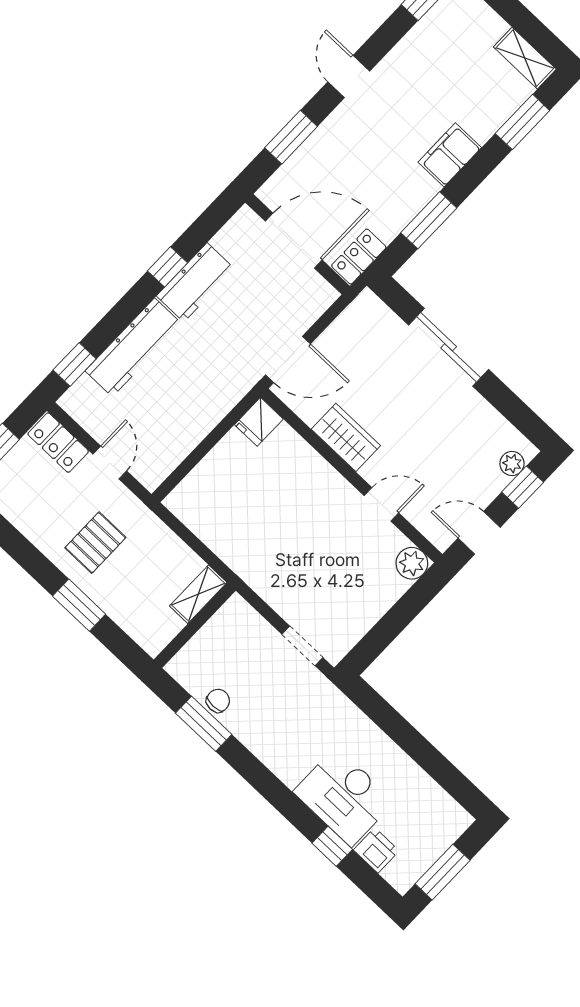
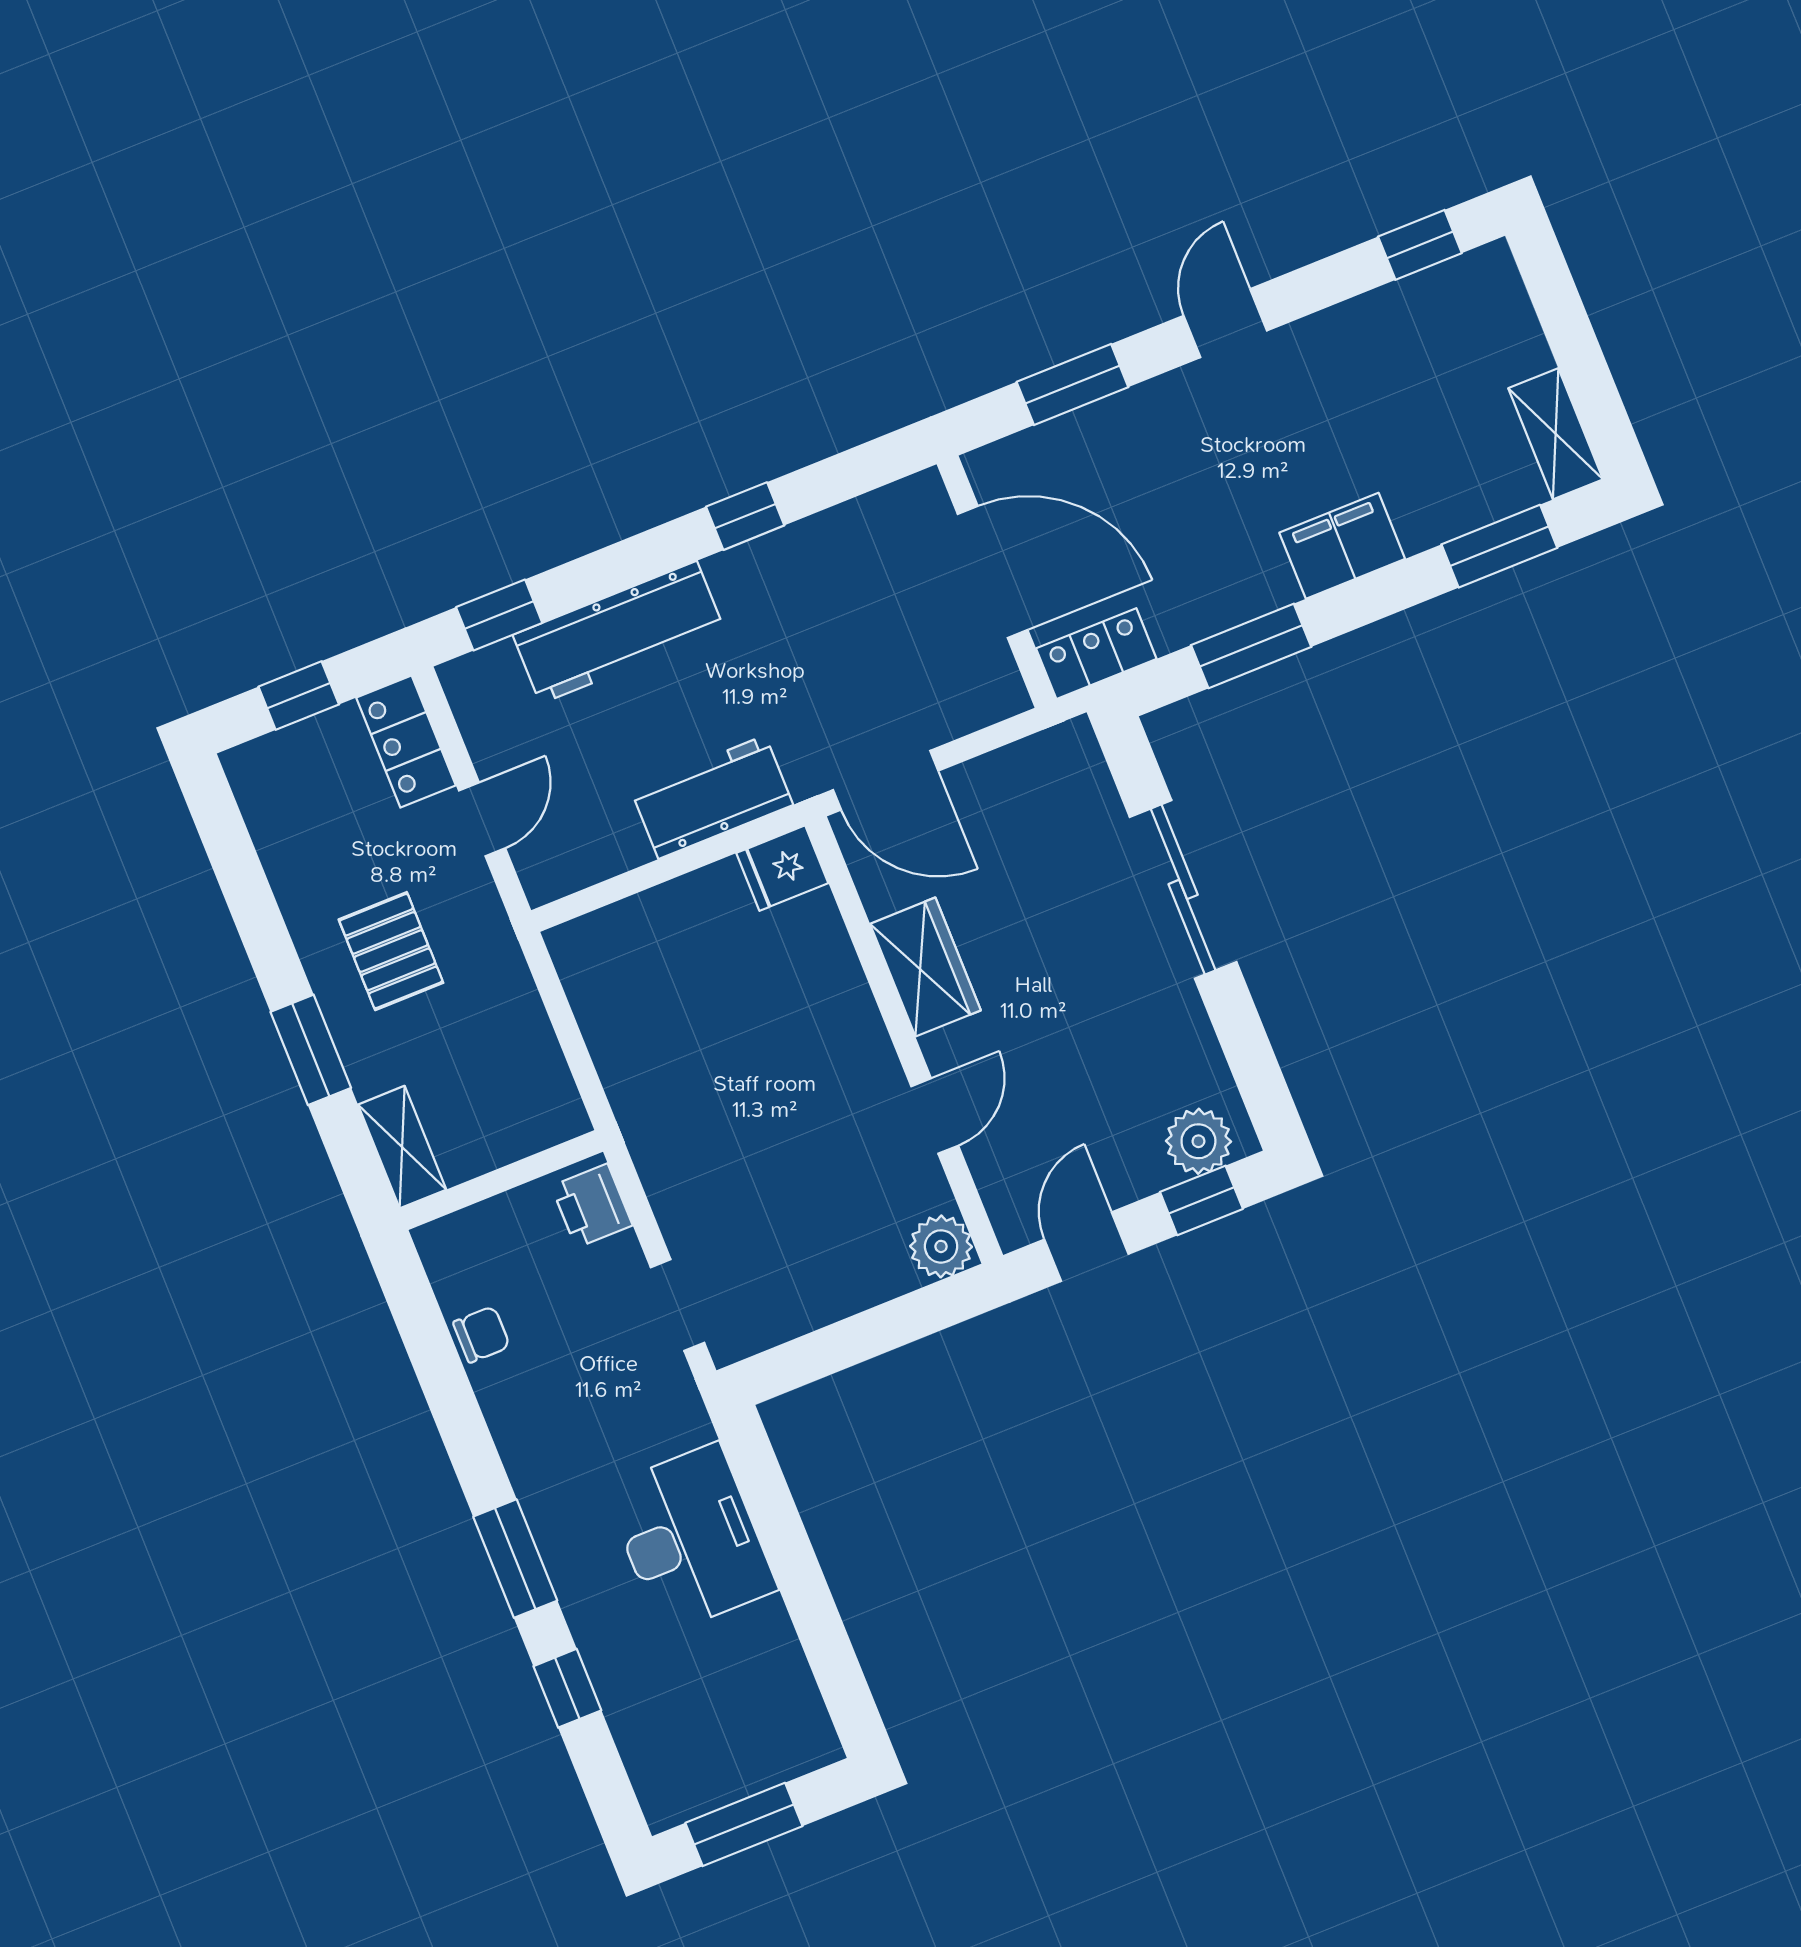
workbench: (195, 282) -> (712, 797), moved, turned 180
plant: (512, 464) -> (1198, 1141), width x1.38, depth x1.38
door: (381, 504) -> (935, 1116), hinge flipped
door: (479, 533) -> (1086, 1247), hinge flipped
pallet: (95, 543) -> (391, 951), turned 90
shelving: (198, 594) -> (402, 1147), moved, turned 90
window: (204, 724) -> (515, 1559), moved
desk: (344, 797) -> (690, 1539), moved, turned 180
printer: (376, 850) -> (592, 1206), moved, turned 180

